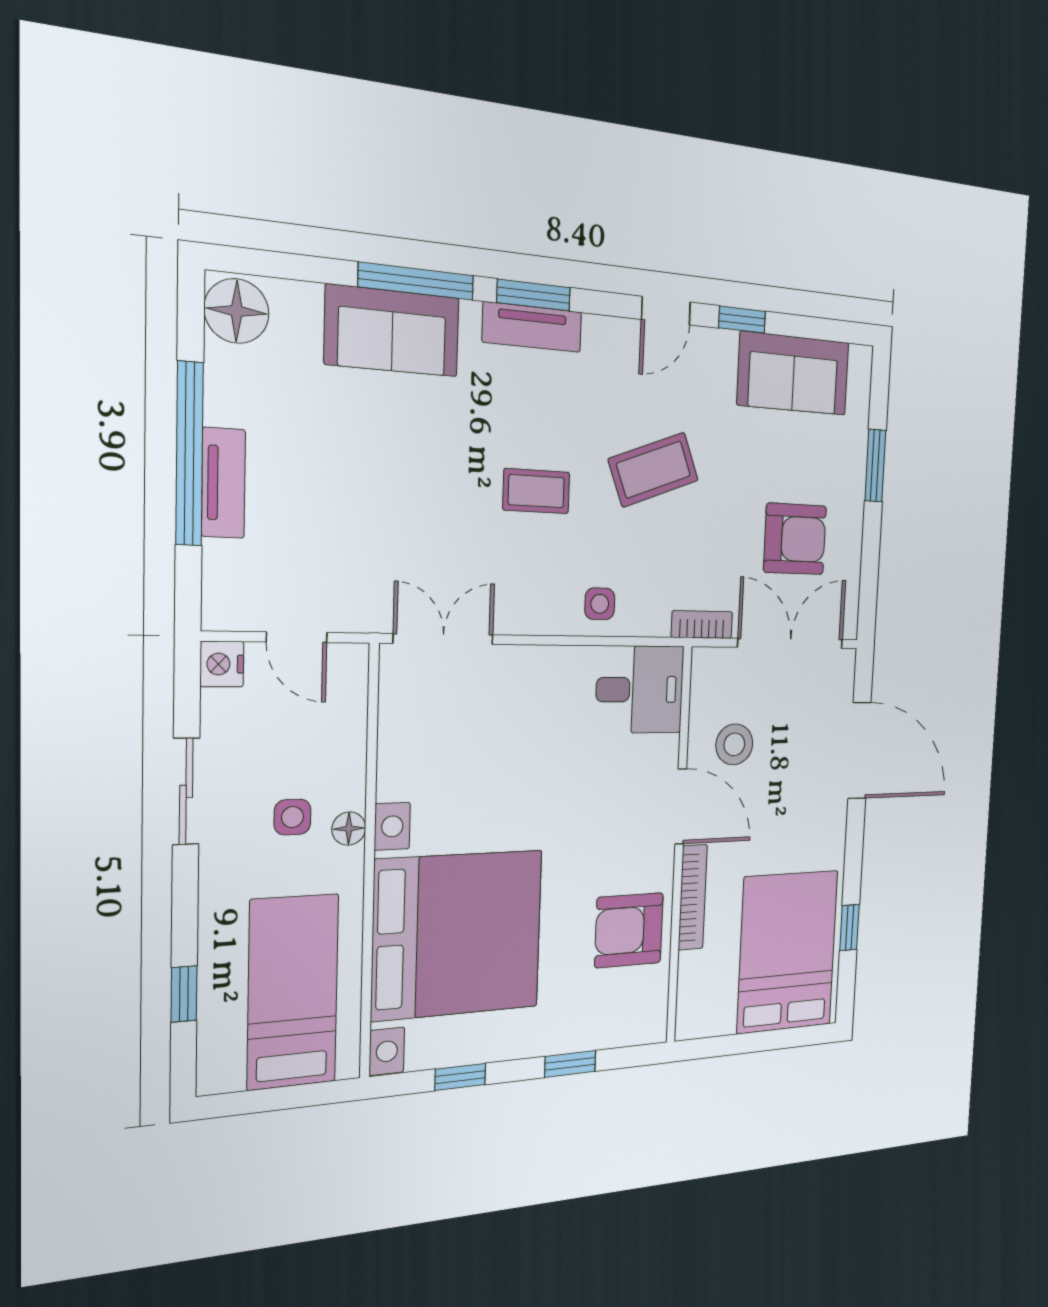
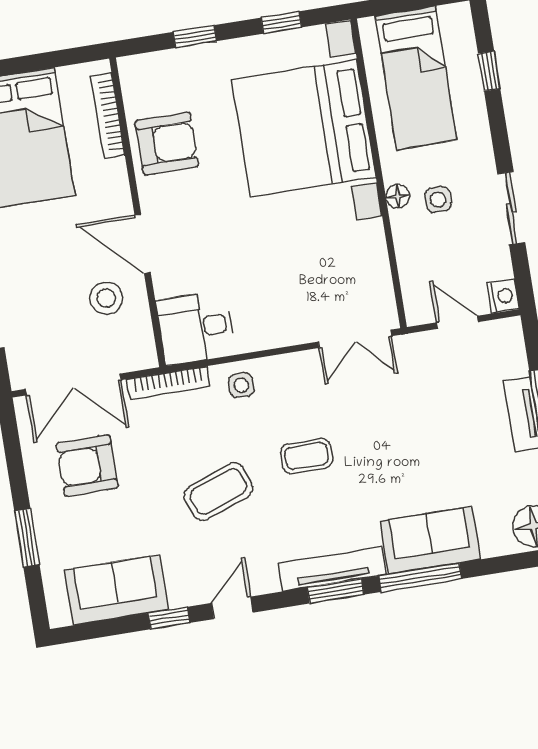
tv unit: (532, 327) -> (332, 569), width x1.41
bookcase: (702, 625) -> (169, 383), width x1.56
bookcase: (693, 897) -> (108, 116), moved

